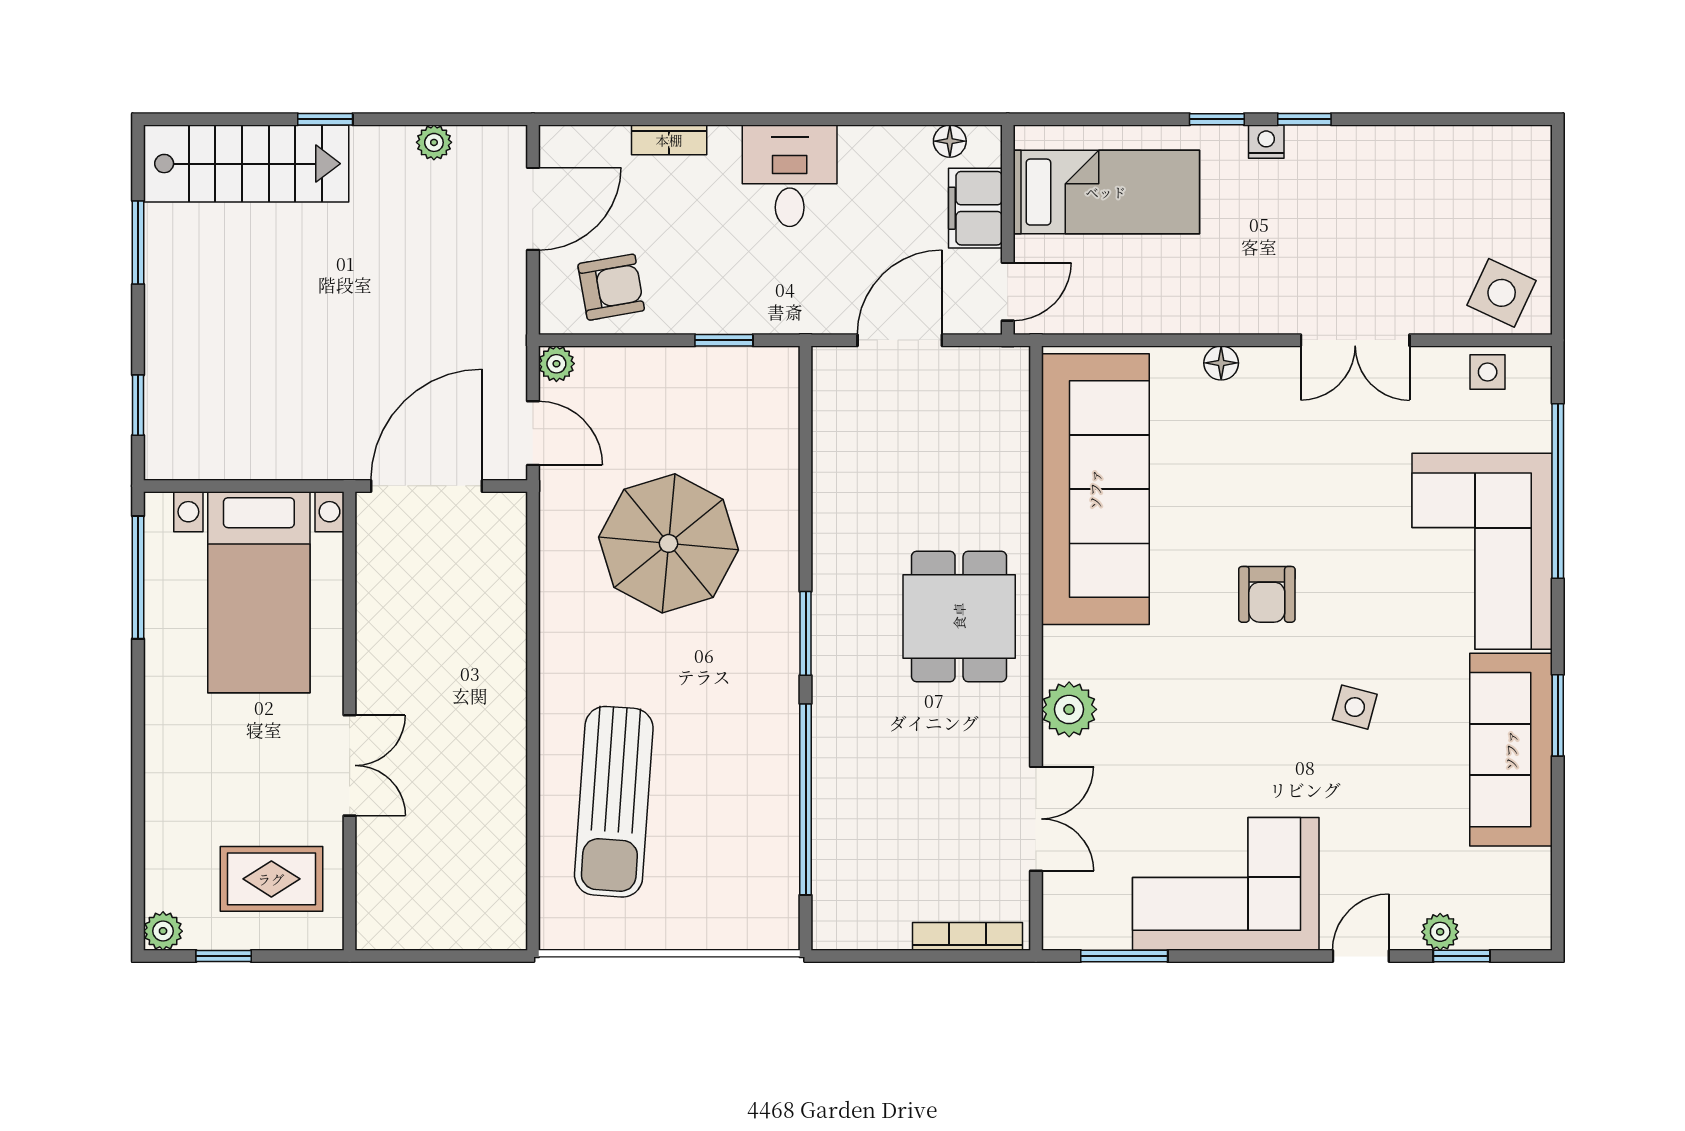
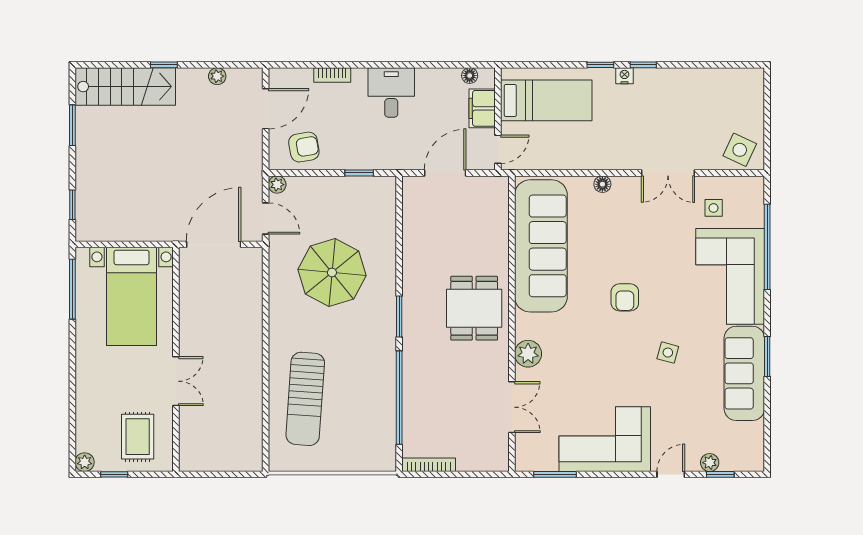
side table: (1488, 372) -> (714, 208), moved
rug: (271, 879) -> (138, 437), turned 90
bookcase: (968, 936) -> (429, 465), moved

